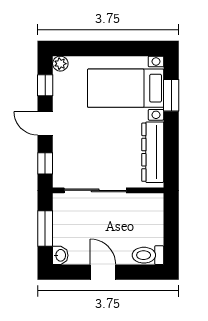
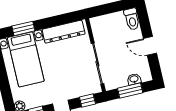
washbasin: (60, 255) -> (134, 79), moved
door: (103, 272) -> (150, 46), hinge flipped

